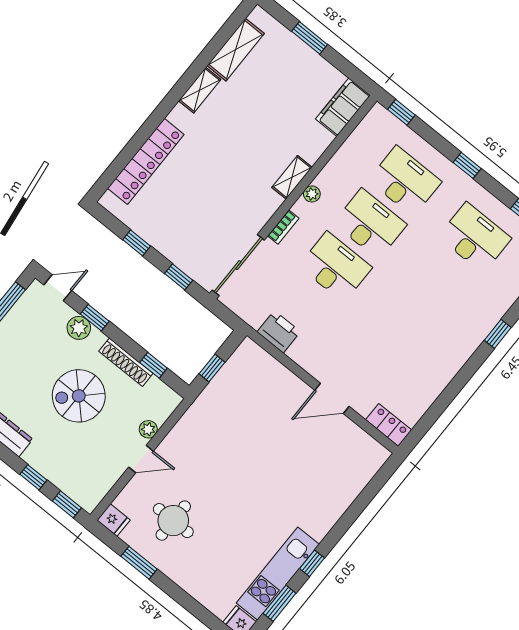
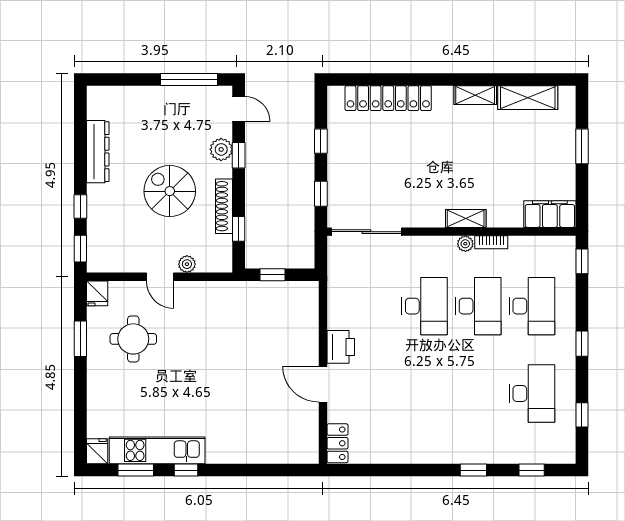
bookcase: (283, 227) -> (491, 242), moved
printer: (279, 332) -> (341, 347), moved

